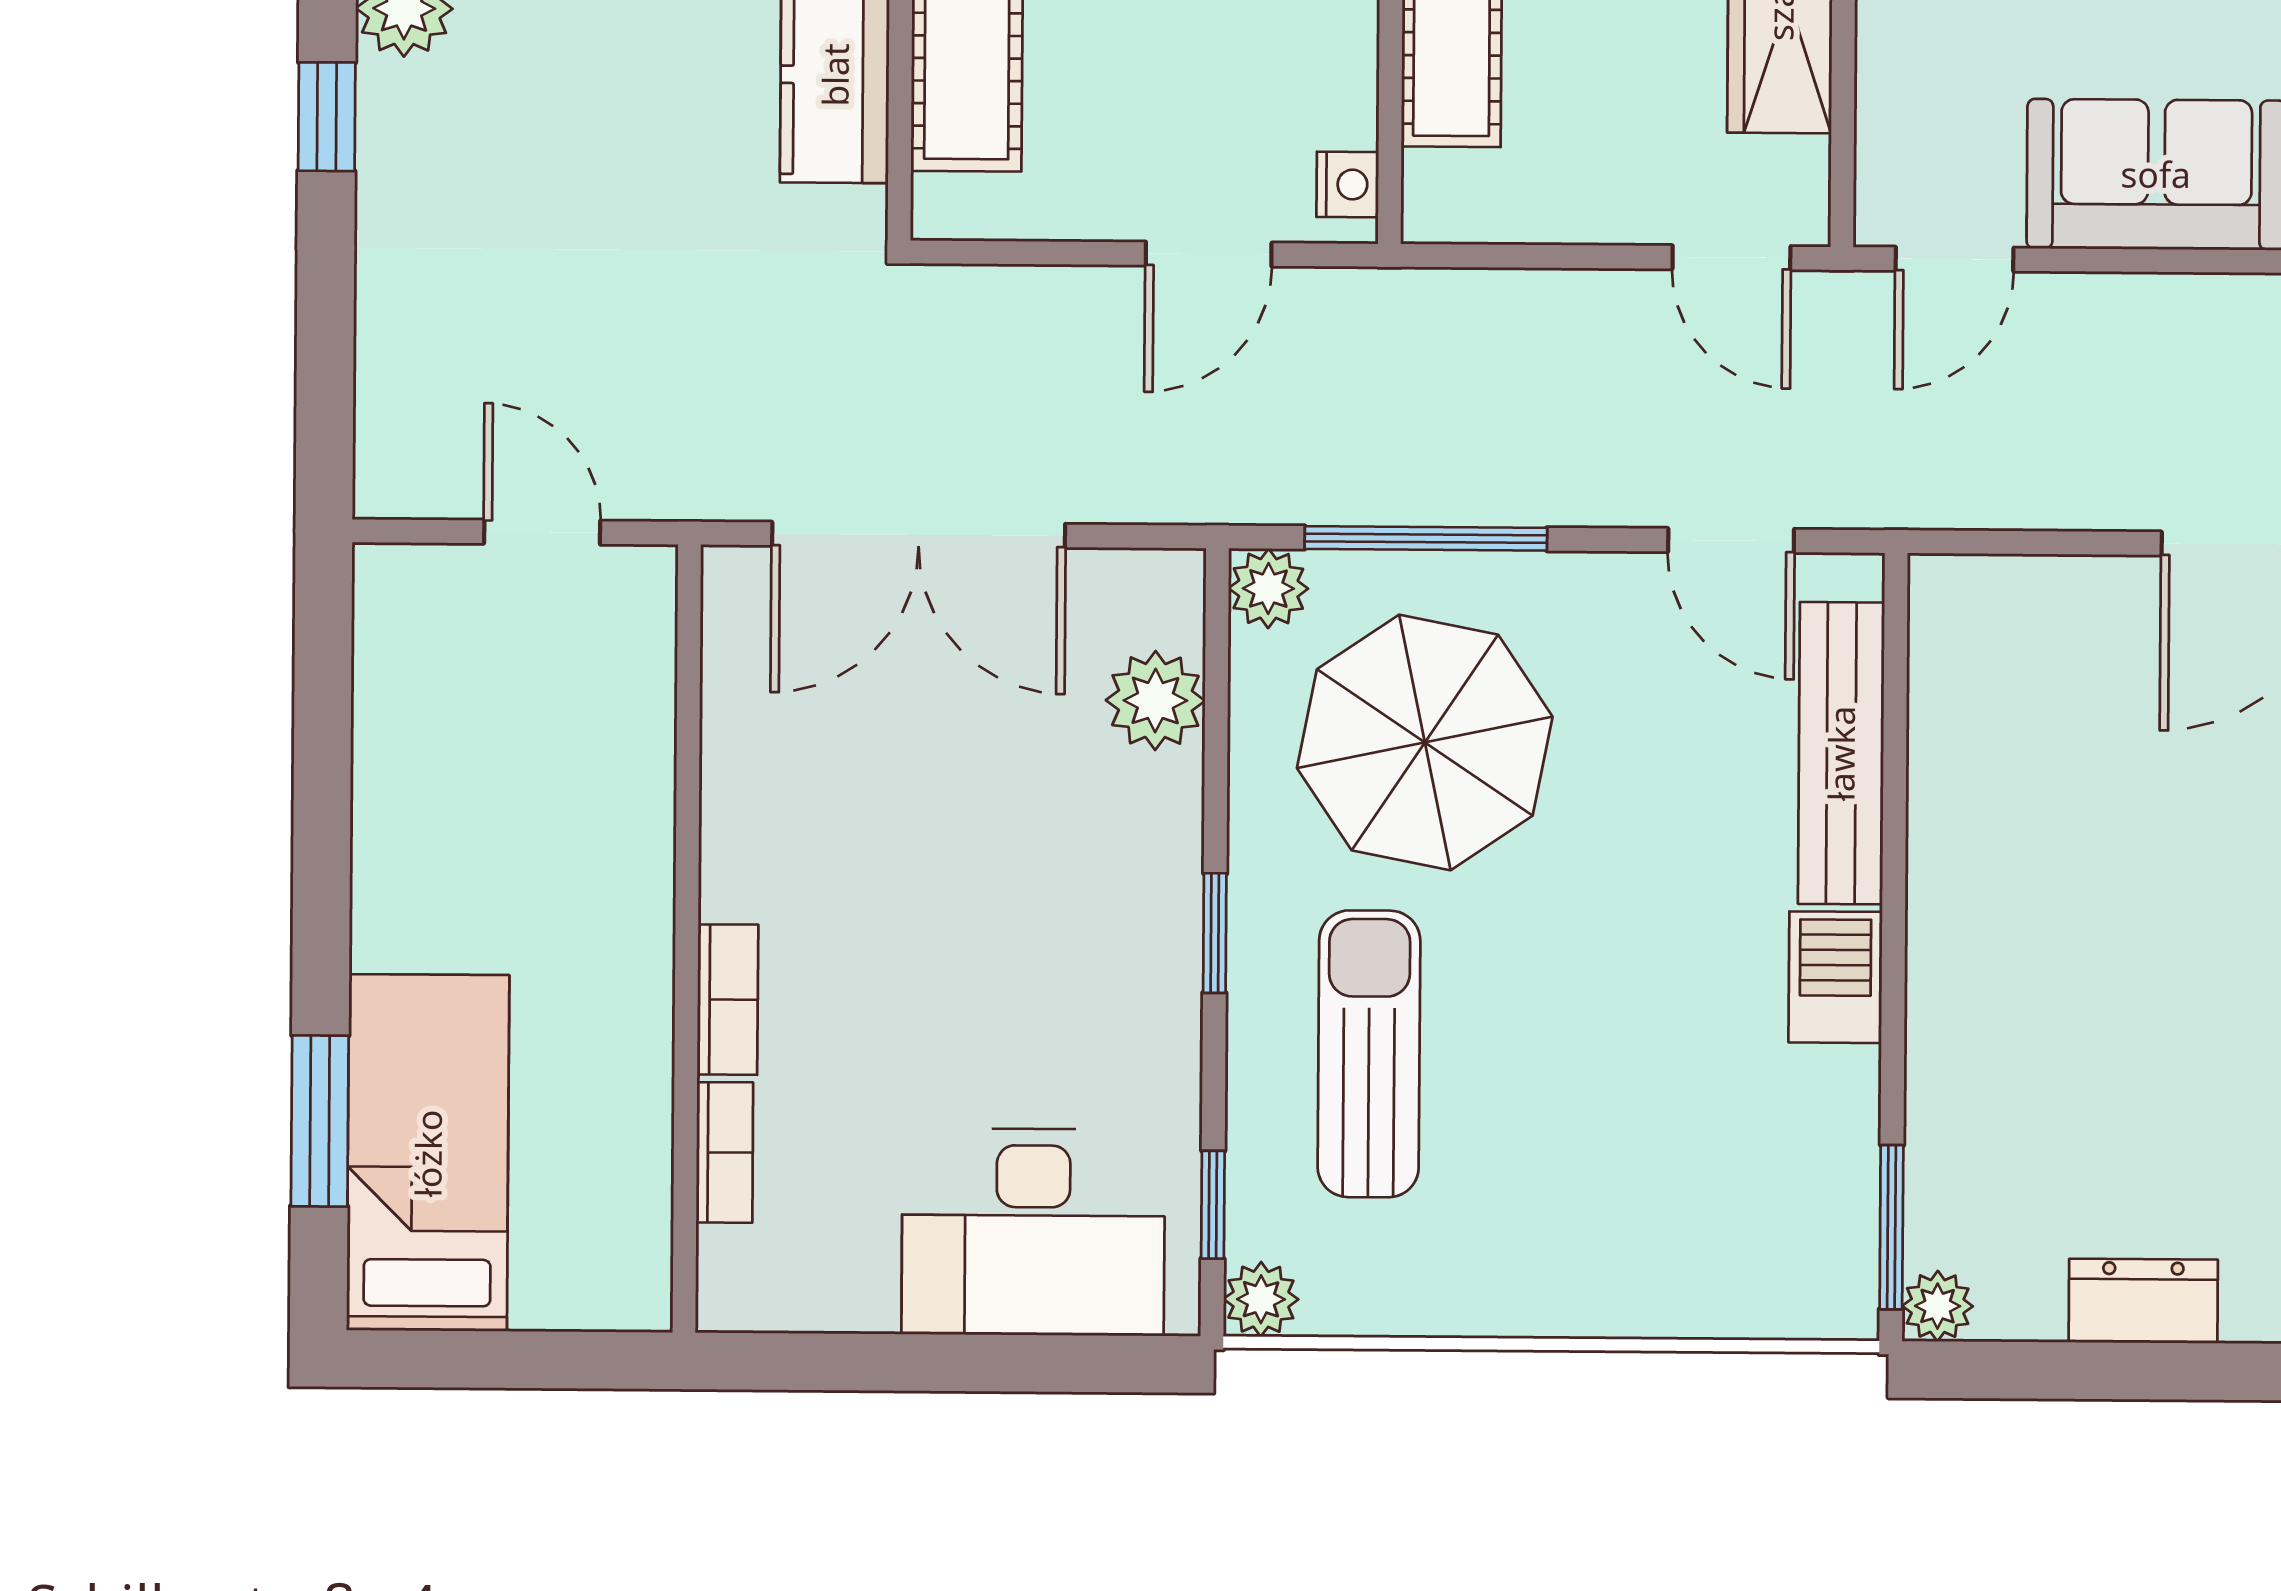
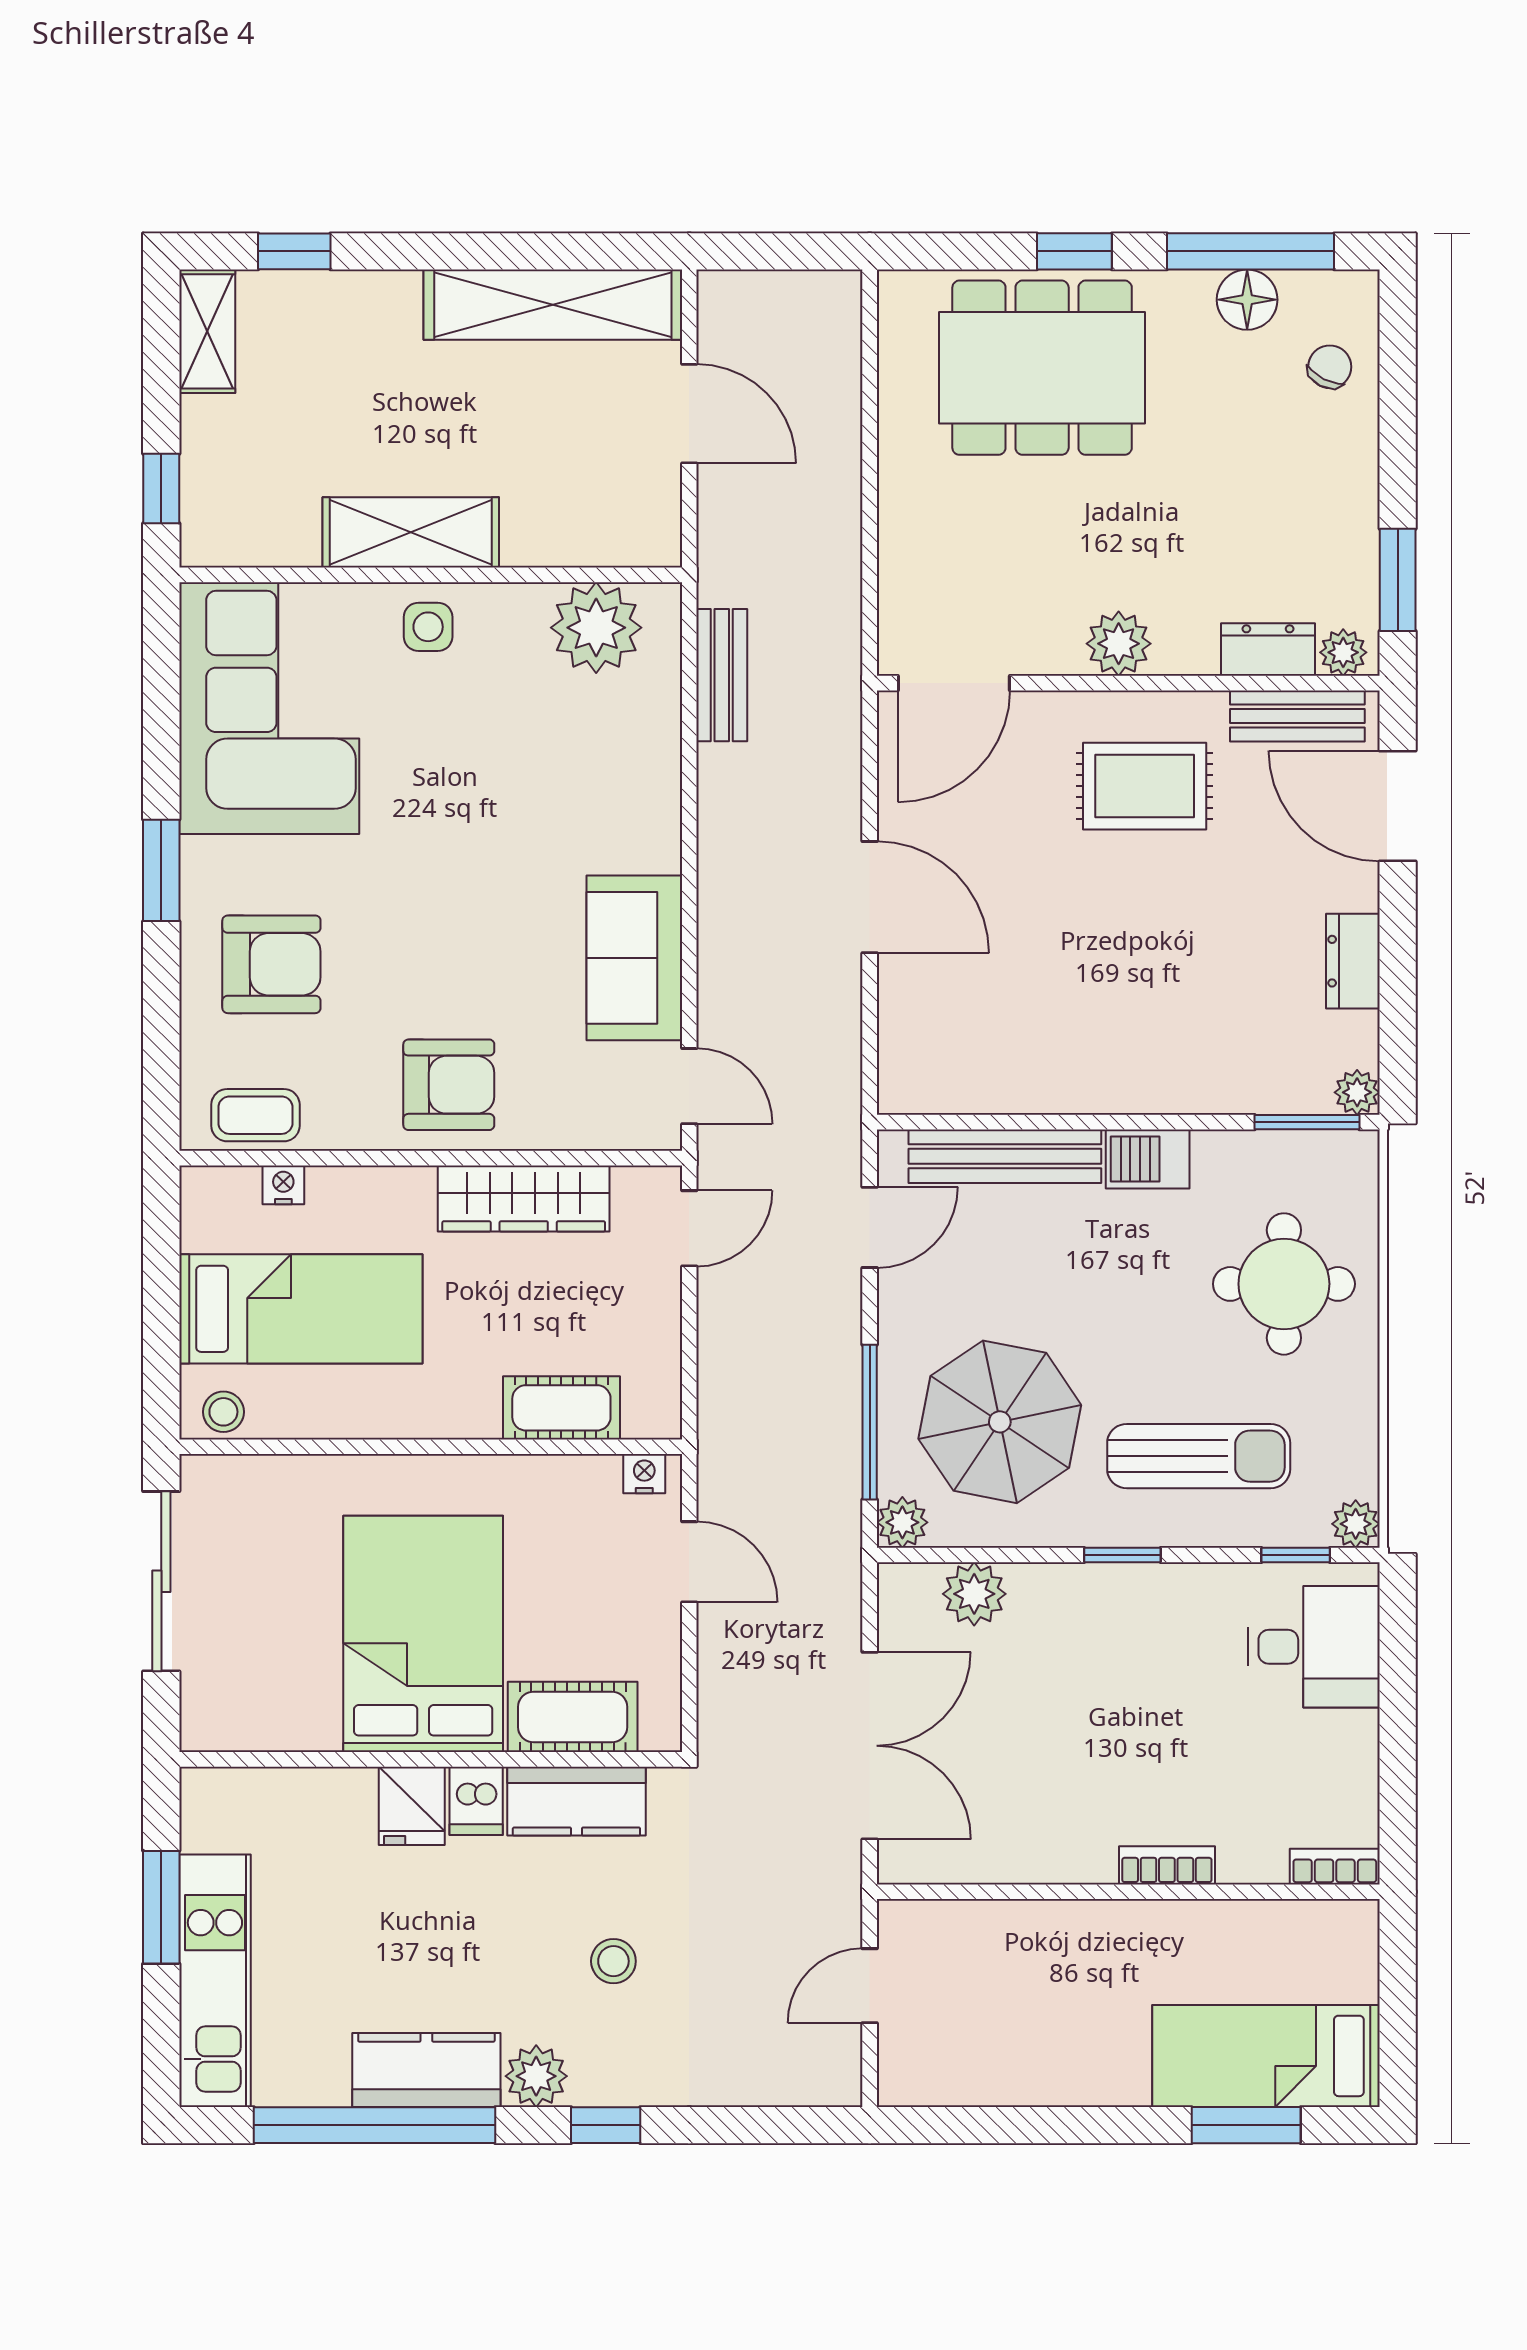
stool: (584, 131) -> (613, 1961), added
sun lounger: (1369, 1054) -> (1199, 1456), turned 180
bookcase: (725, 1152) -> (1335, 1867), moved
round table: (1638, 1189) -> (1284, 1284), added
desk: (1033, 1232) -> (1314, 1647), width x0.73

